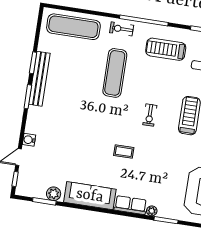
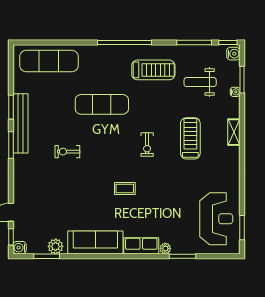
exercise bike: (122, 29) -> (67, 152), moved
treadmill: (166, 49) -> (153, 70), turned 180
exercise mat: (115, 73) -> (102, 104), turned 90
water cooler: (29, 140) -> (20, 248), moved

